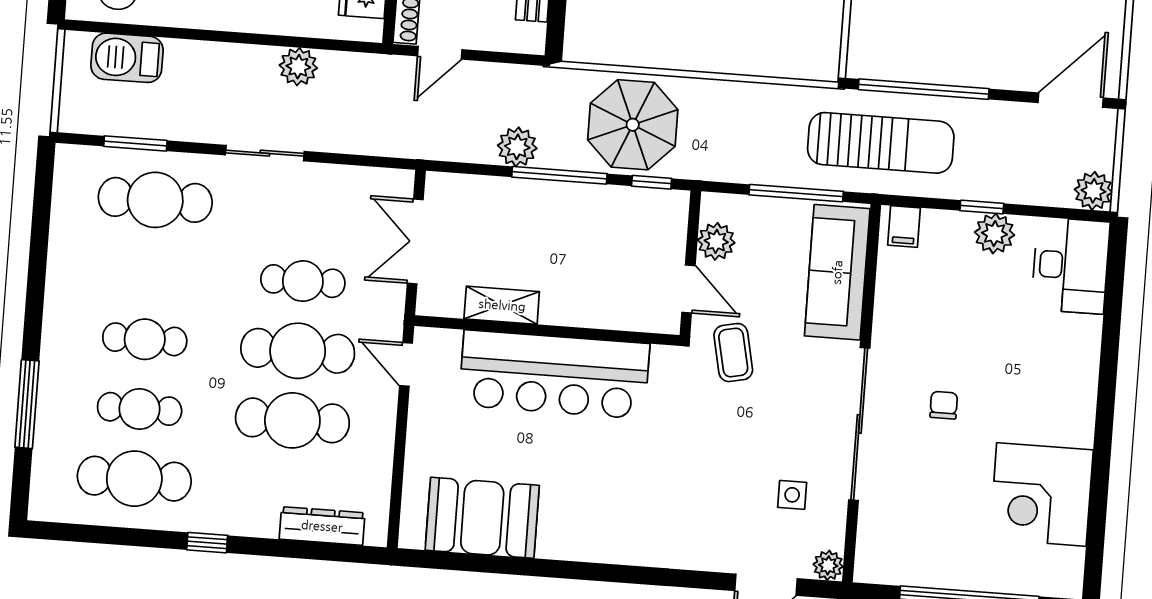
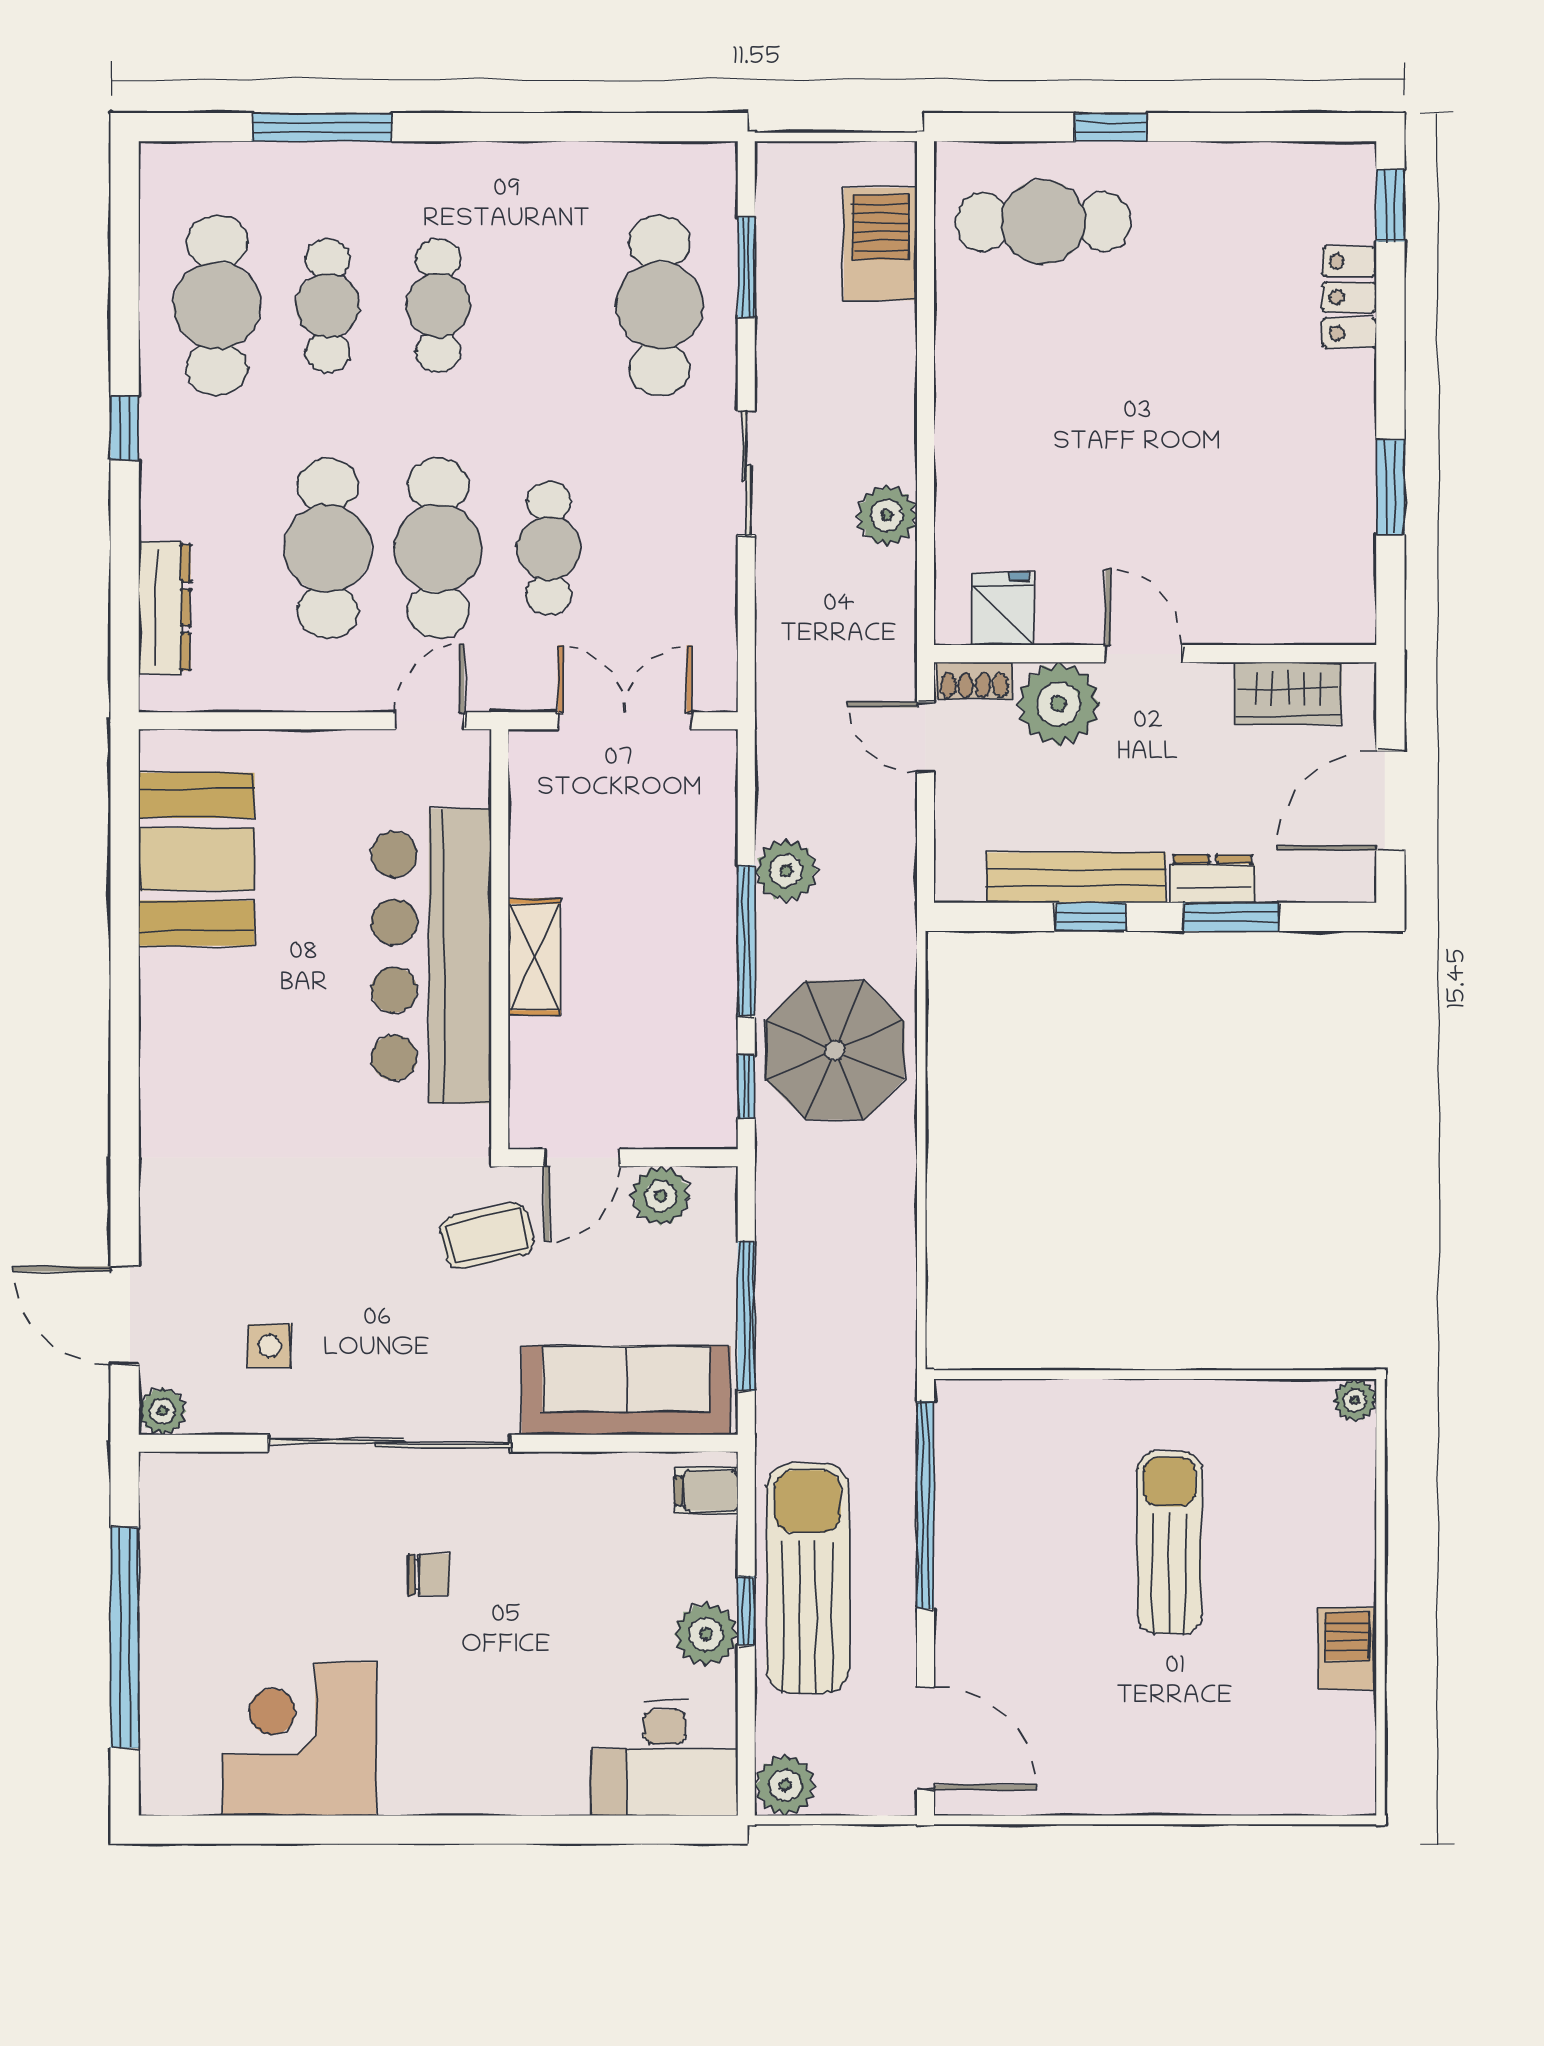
sun lounger: (881, 143) -> (808, 1578), moved, turned 180
shelving: (502, 305) -> (534, 957), moved

